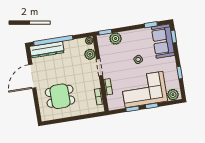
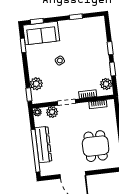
dresser: (47, 50) -> (43, 144), moved
corner sofa: (144, 90) -> (92, 56), removed
plant: (173, 95) -> (106, 84), moved

